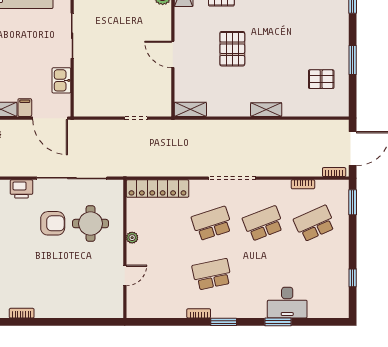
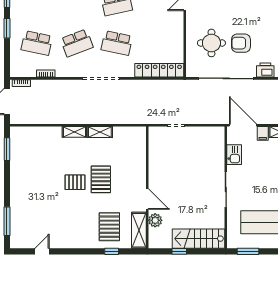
door: (173, 54) -> (147, 199), moved
window: (353, 60) -> (7, 149), moved
pallet: (321, 79) -> (75, 182), moved
shelving: (190, 109) -> (100, 132), moved
window: (353, 202) -> (7, 28), moved
school desk: (212, 223) -> (117, 43), turned 30
school desk: (314, 223) -> (37, 43), turned 36
plant: (132, 238) -> (179, 32), removed

